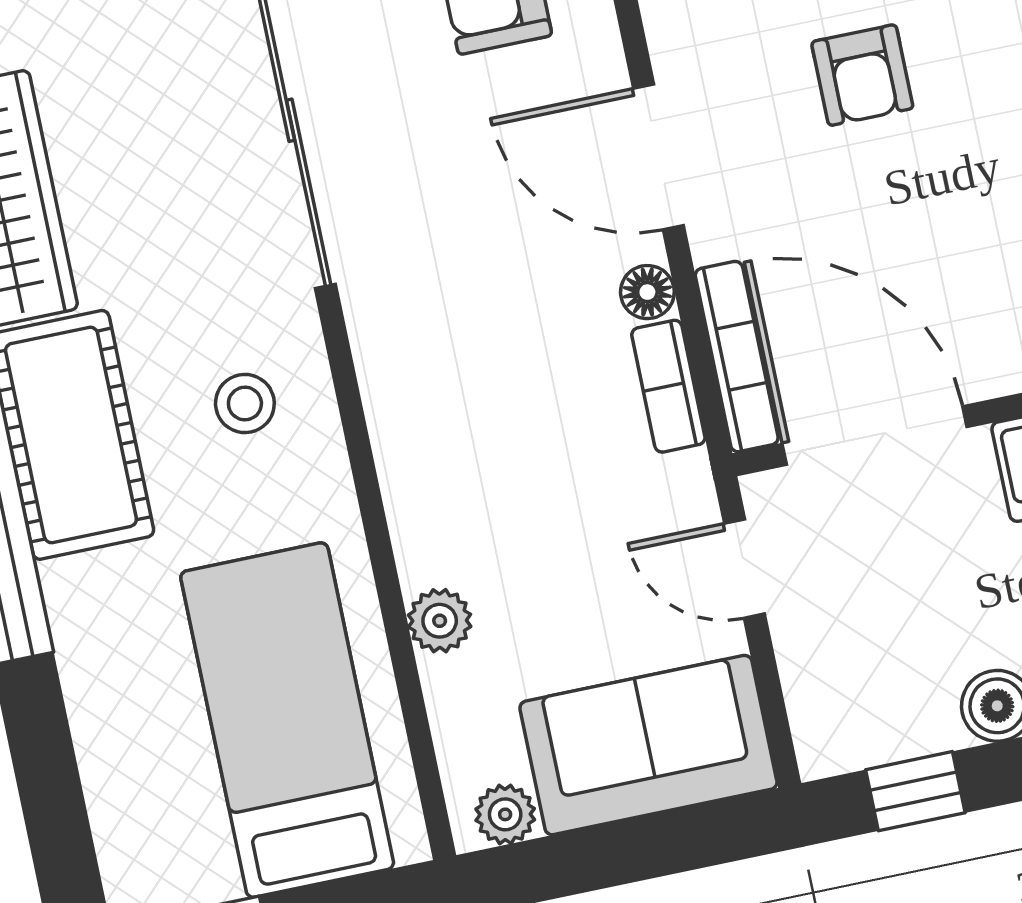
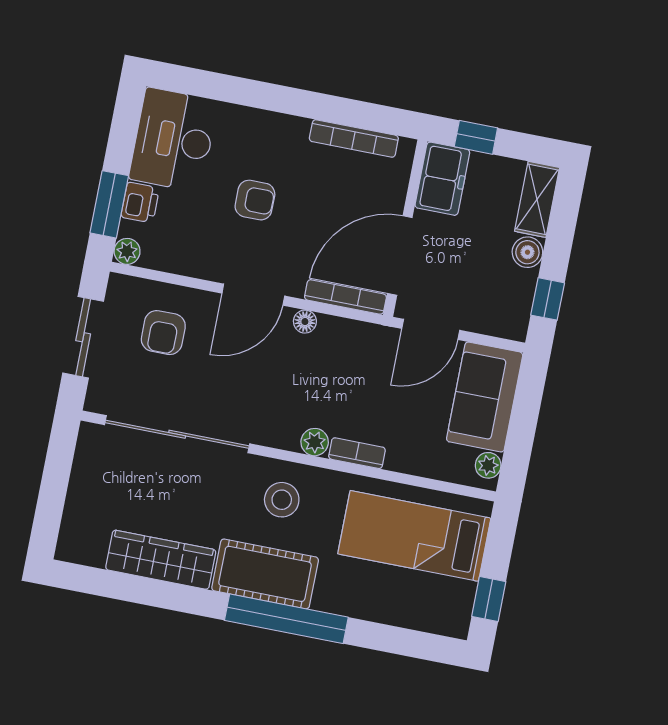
bookcase: (668, 386) -> (357, 453), moved, turned 180
stool: (245, 404) -> (282, 500), width x1.37, depth x1.37
door: (744, 569) -> (431, 329), width x1.37
plant: (440, 621) -> (315, 442), moved

